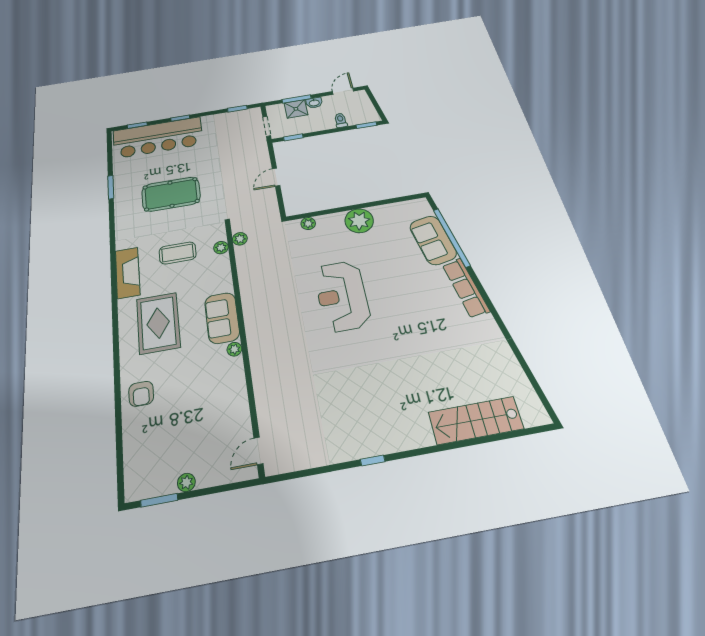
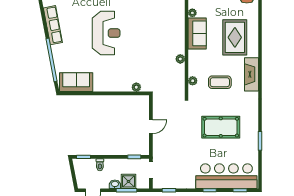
plant: (359, 221) -> (104, 83), removed
plant: (240, 239) -> (180, 59), moved
sofa: (433, 240) -> (76, 82), moved, turned -79
reception desk: (342, 296) -> (106, 33), moved

